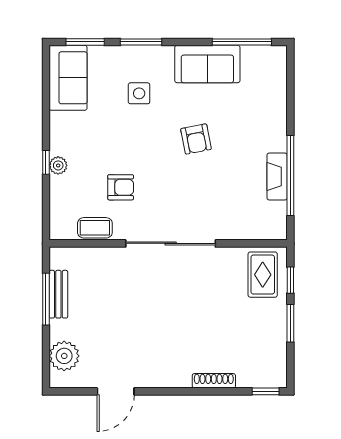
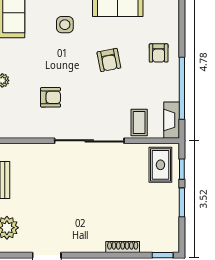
armchair: (260, 130) -> (159, 53), added
fireplace: (277, 176) -> (172, 120), moved
coffee table: (95, 228) -> (139, 122), moved, turned 90

